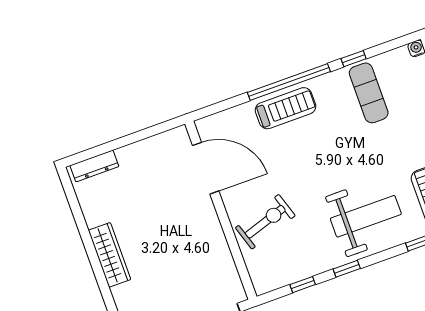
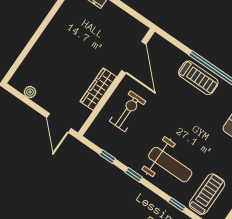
exercise bike: (265, 222) -> (128, 111), turned -72
wardrobe: (110, 255) -> (98, 89), moved, turned 180

